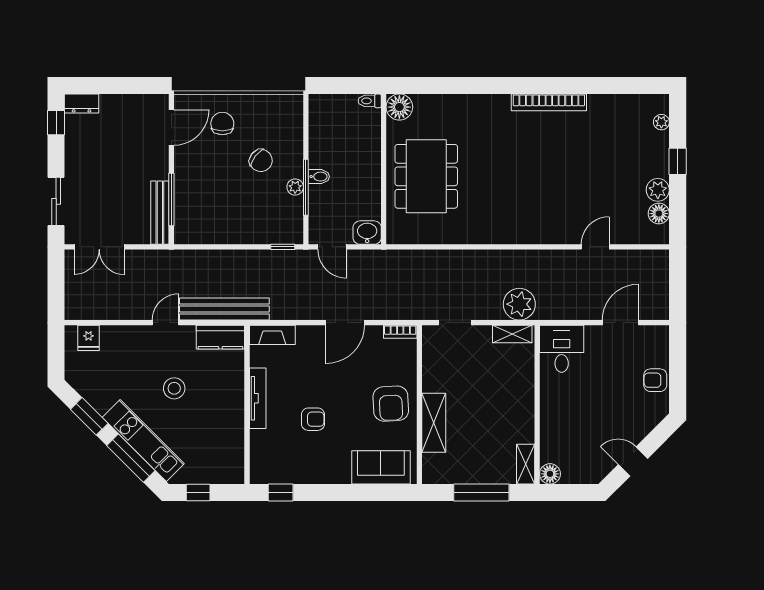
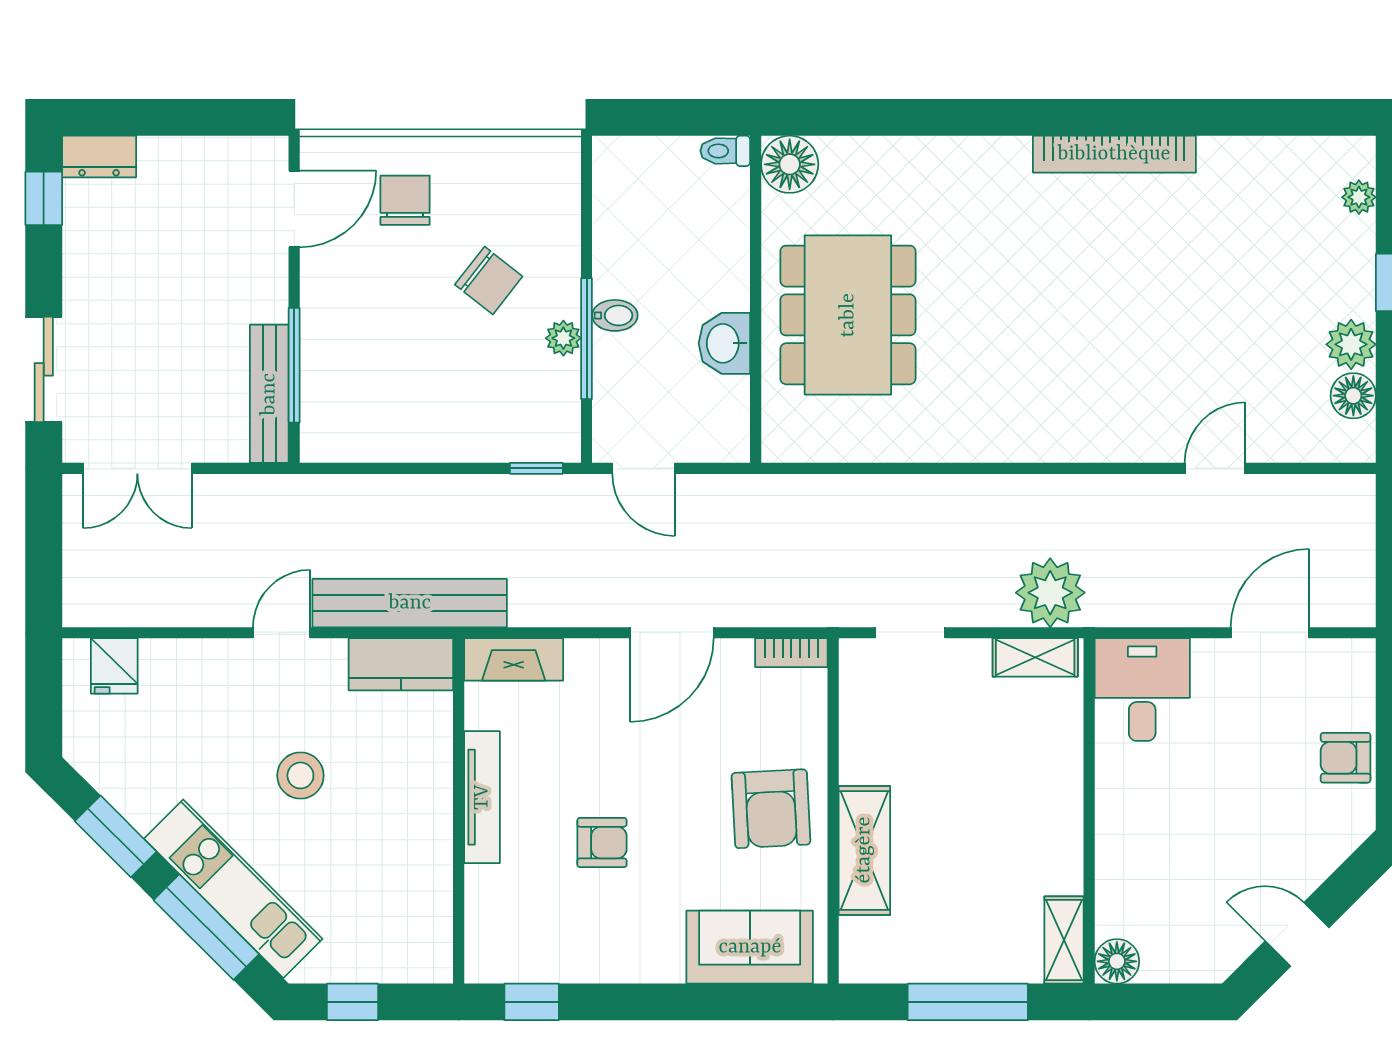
washbasin: (367, 233) -> (724, 343), moved, turned -90

